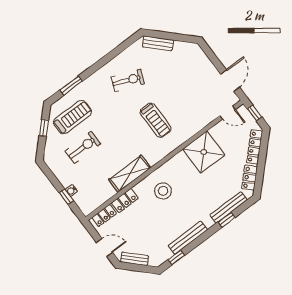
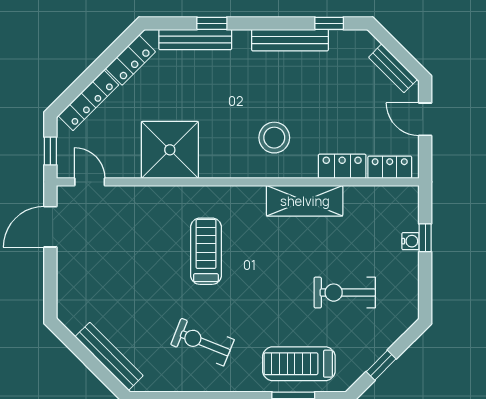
bench: (158, 43) -> (109, 356), width x1.36
treadmill: (73, 117) -> (299, 364), moved

